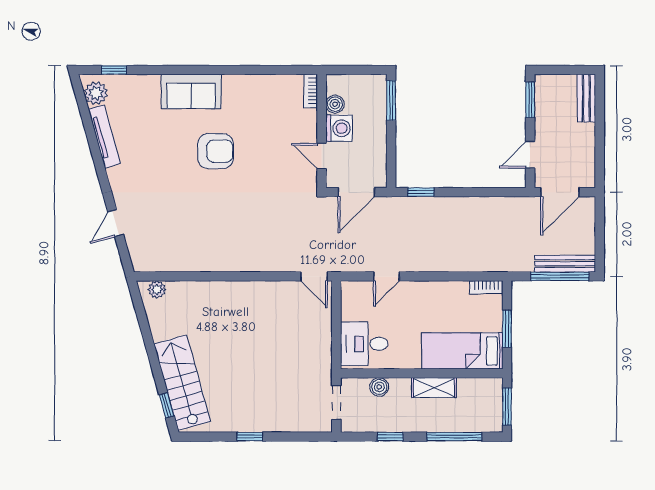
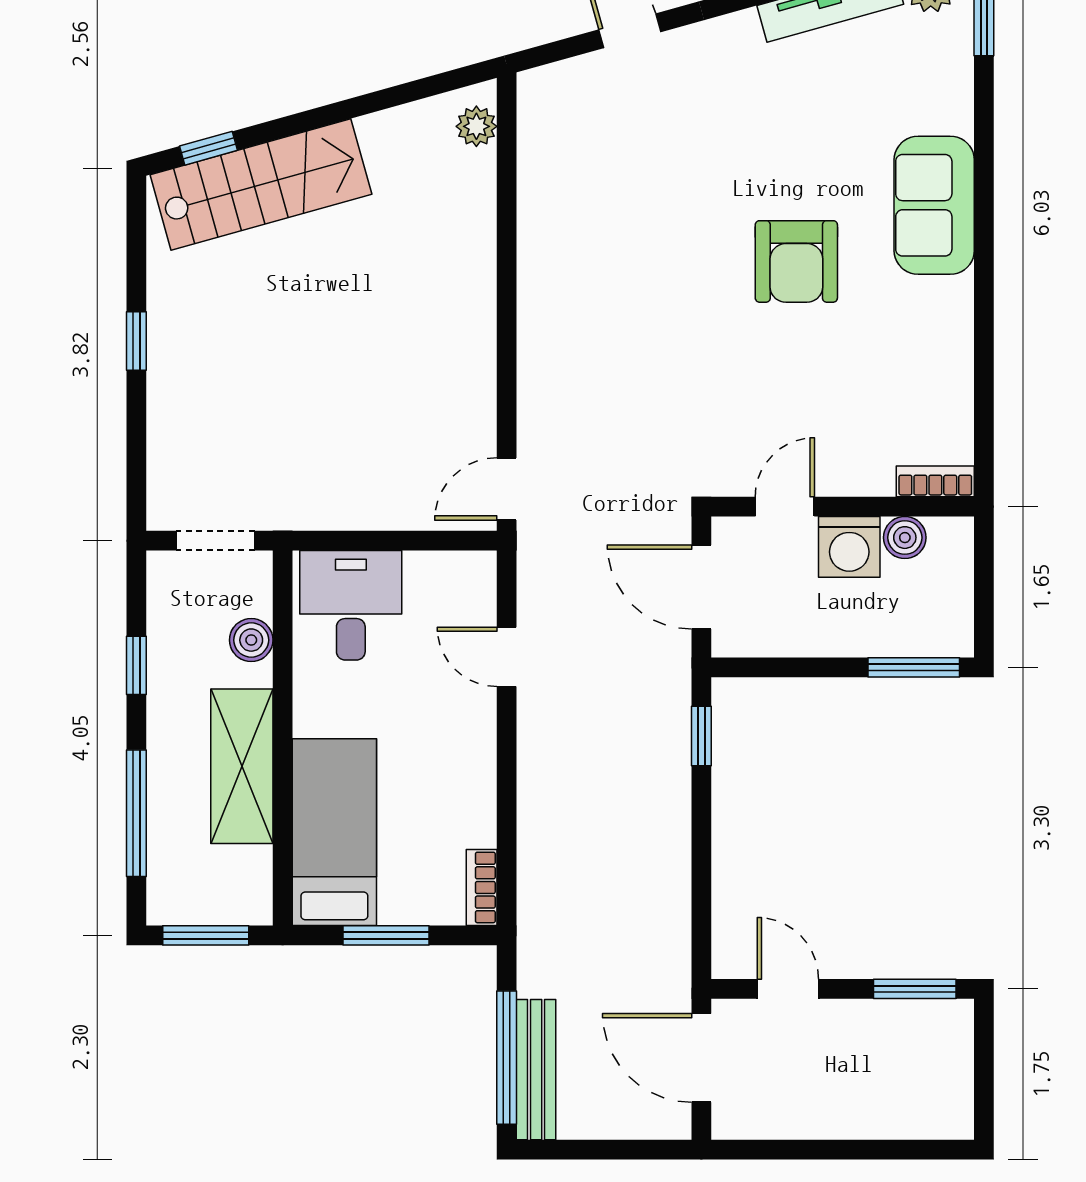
bench: (586, 98) -> (919, 1119), removed
shelving: (434, 388) -> (242, 766), width x1.50, depth x1.33

